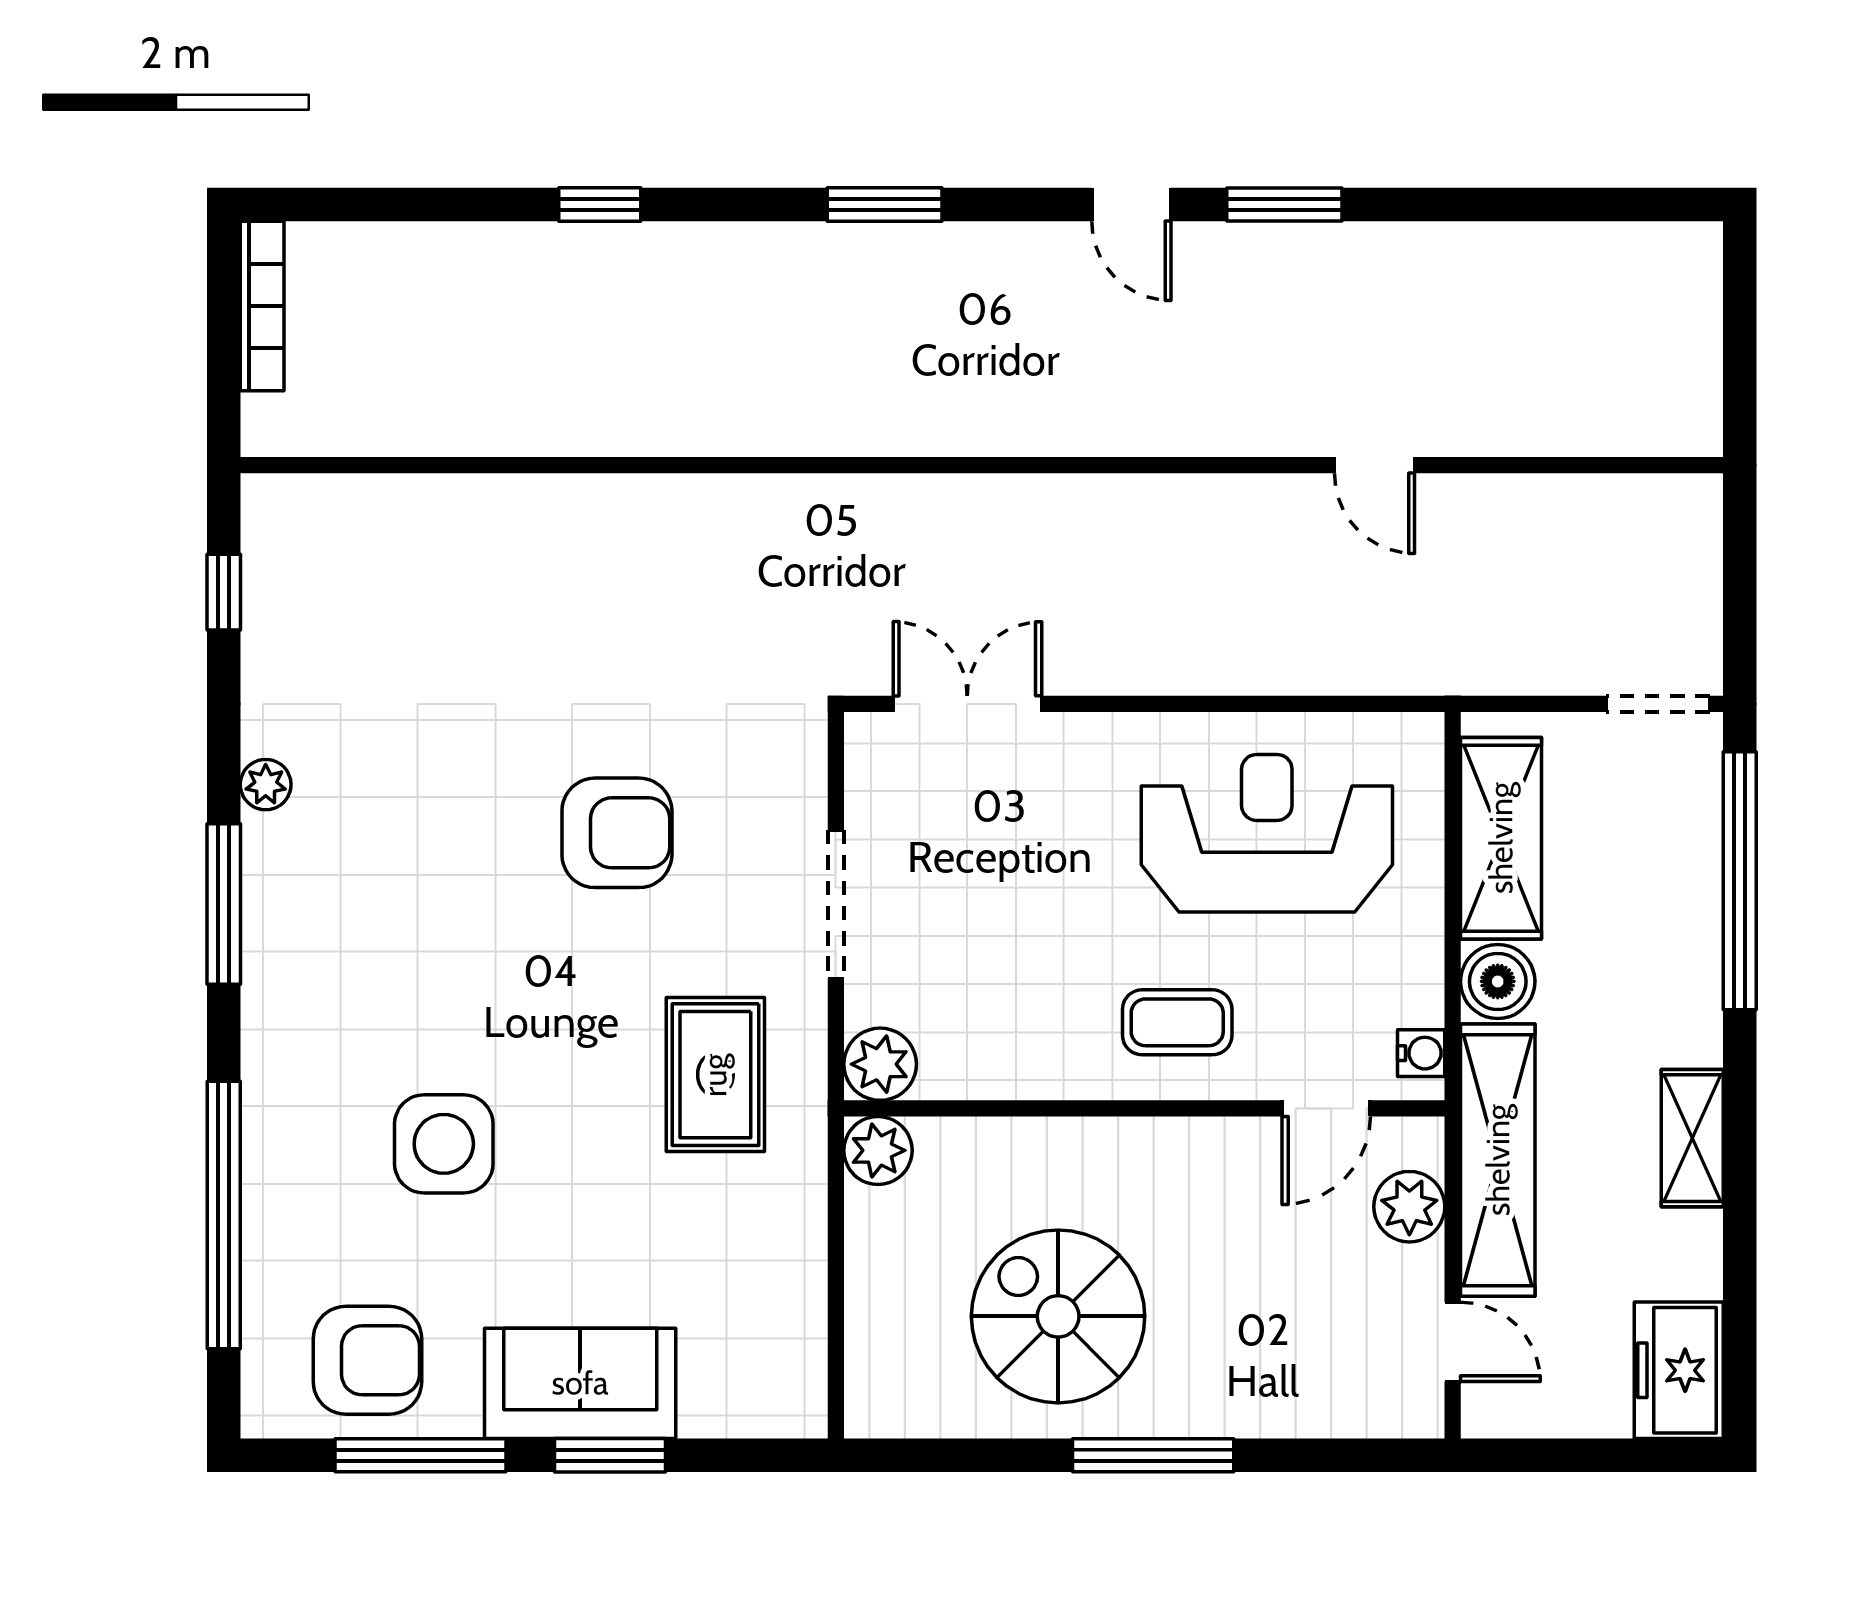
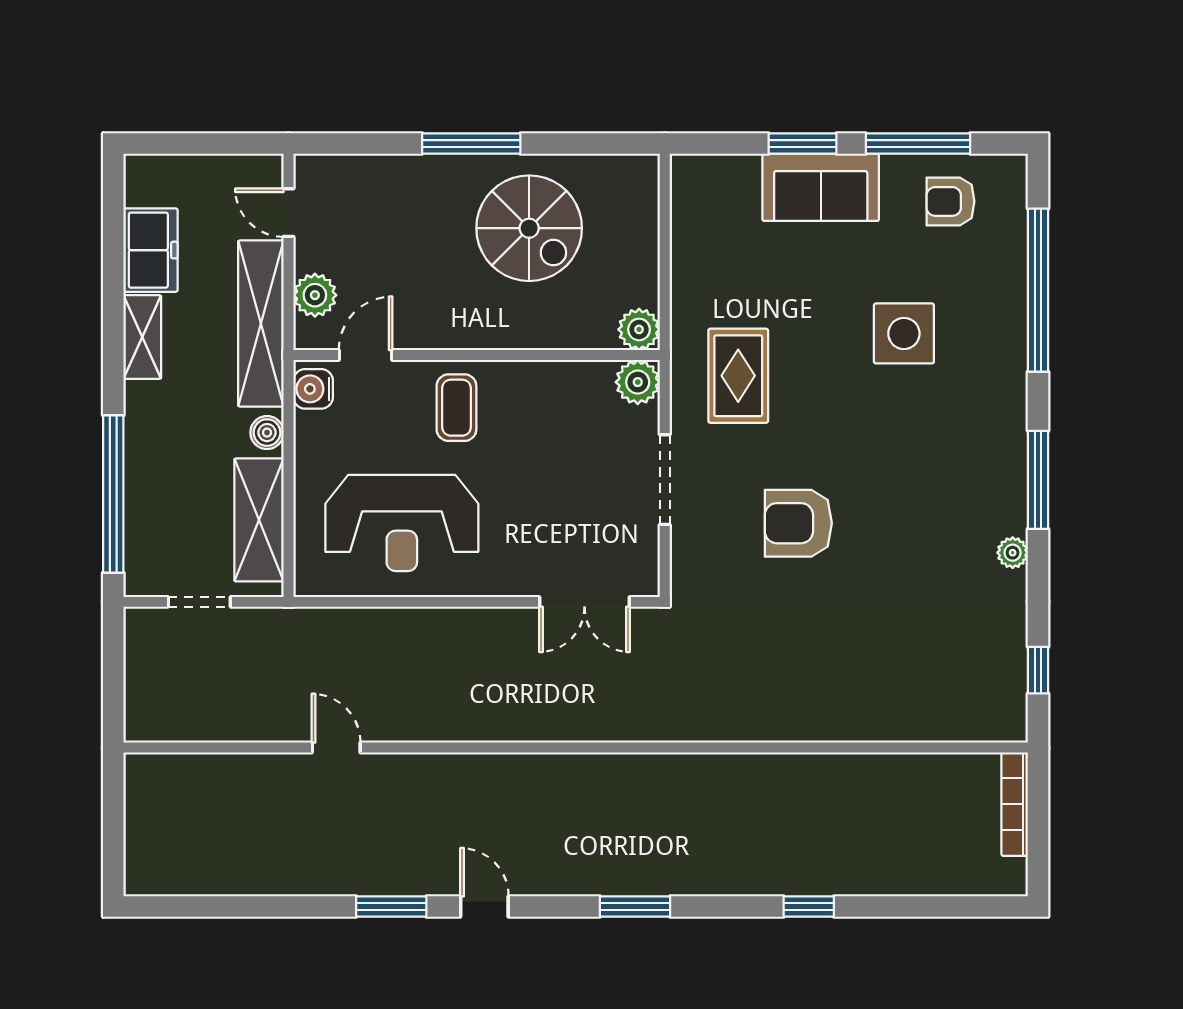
bookcase: (262, 306) -> (1015, 804), moved
doorway: (1658, 704) -> (199, 602), moved
boiler: (1498, 981) -> (267, 433), width x0.73, depth x0.73
coffee table: (1177, 1022) -> (456, 408), turned 90
water cooler: (1421, 1053) -> (313, 389), width x1.38, depth x1.38
armchair: (367, 1360) -> (950, 201), width x0.72, depth x0.72
freezer: (1679, 1370) -> (150, 250), moved

